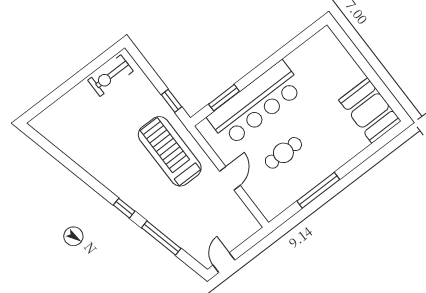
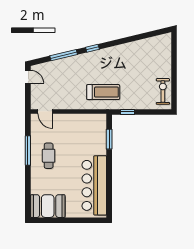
bar counter: (256, 103) -> (94, 185), moved
treadmill: (170, 151) -> (103, 92), width x0.73, depth x0.73
cafe table: (283, 153) -> (49, 156), moved
door: (230, 178) -> (45, 111), moved

